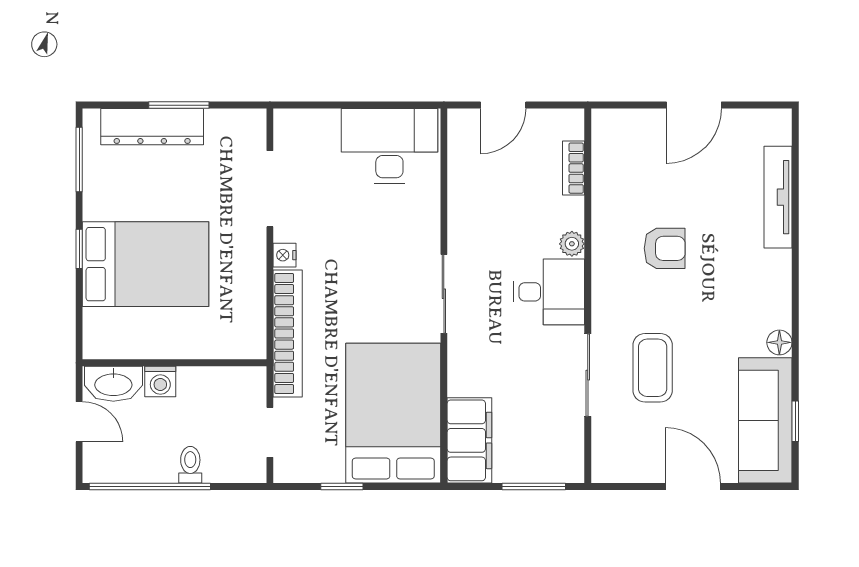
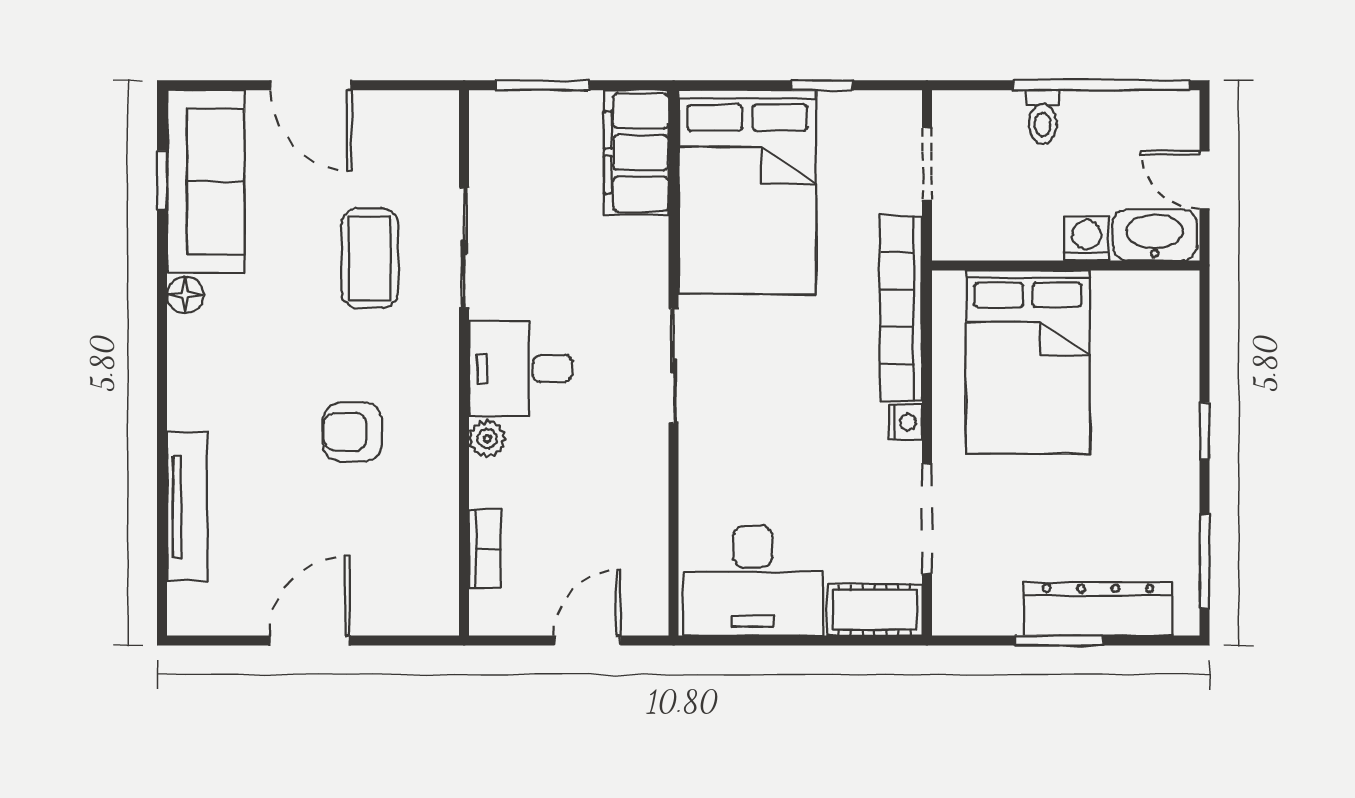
cot: (306, 126) -> (874, 610), added
bed: (146, 264) -> (1028, 362), moved, turned -90

